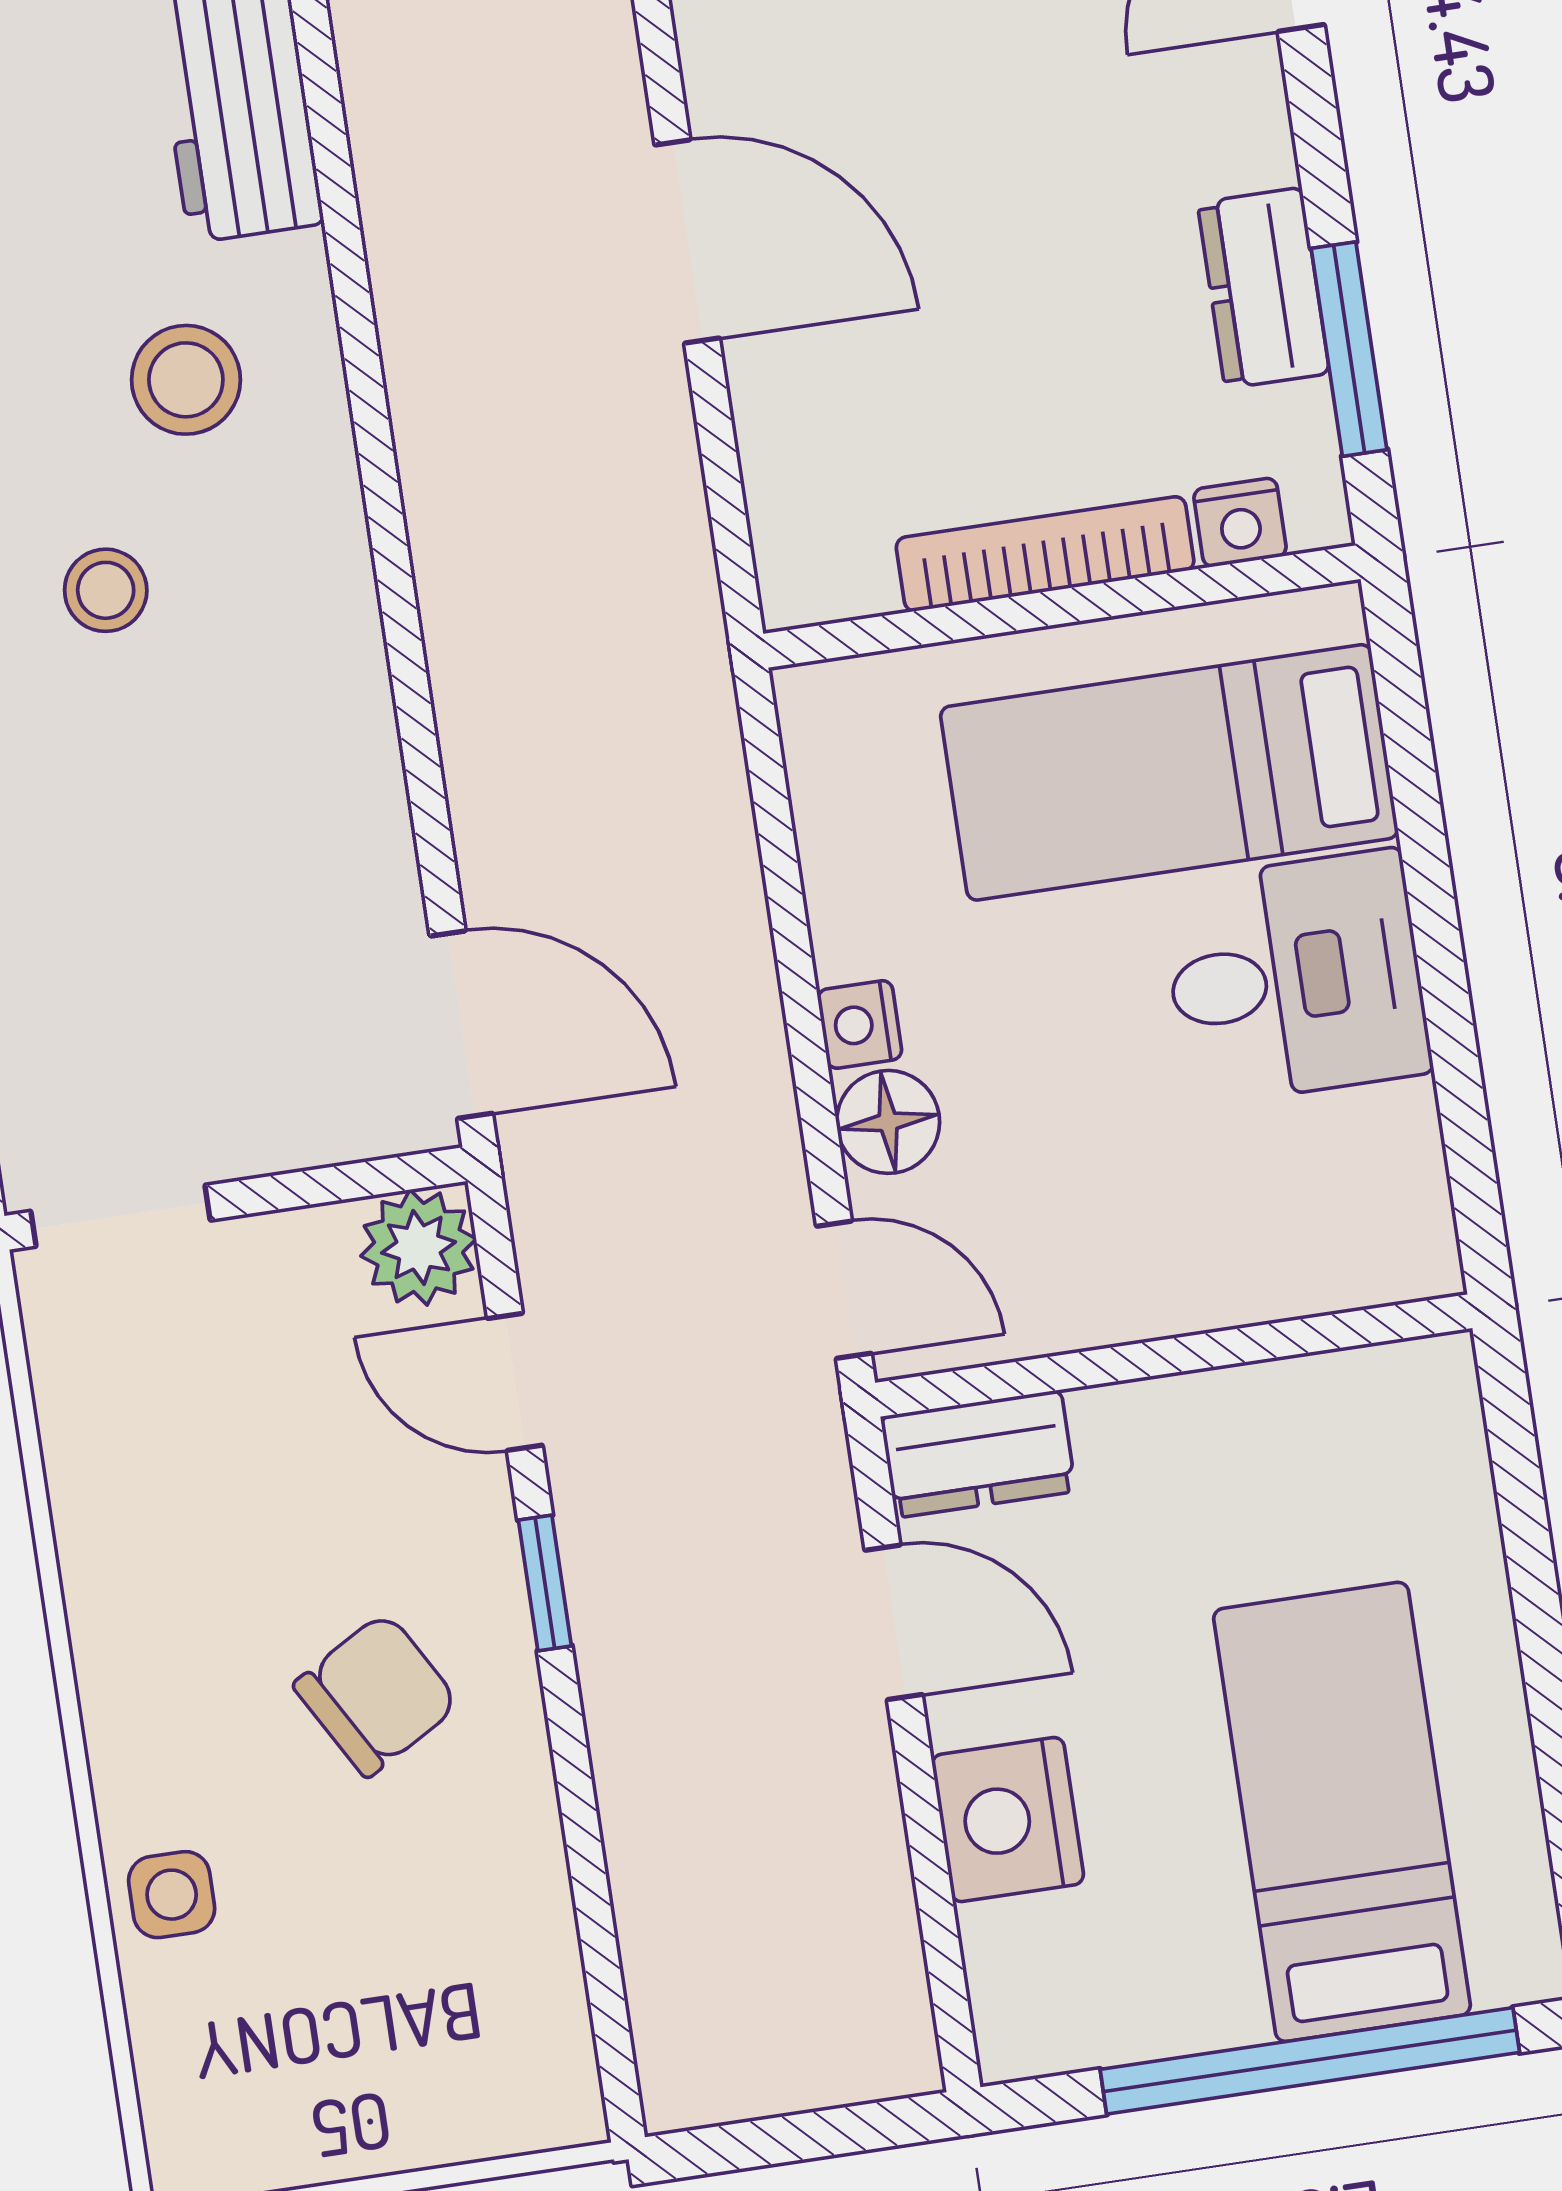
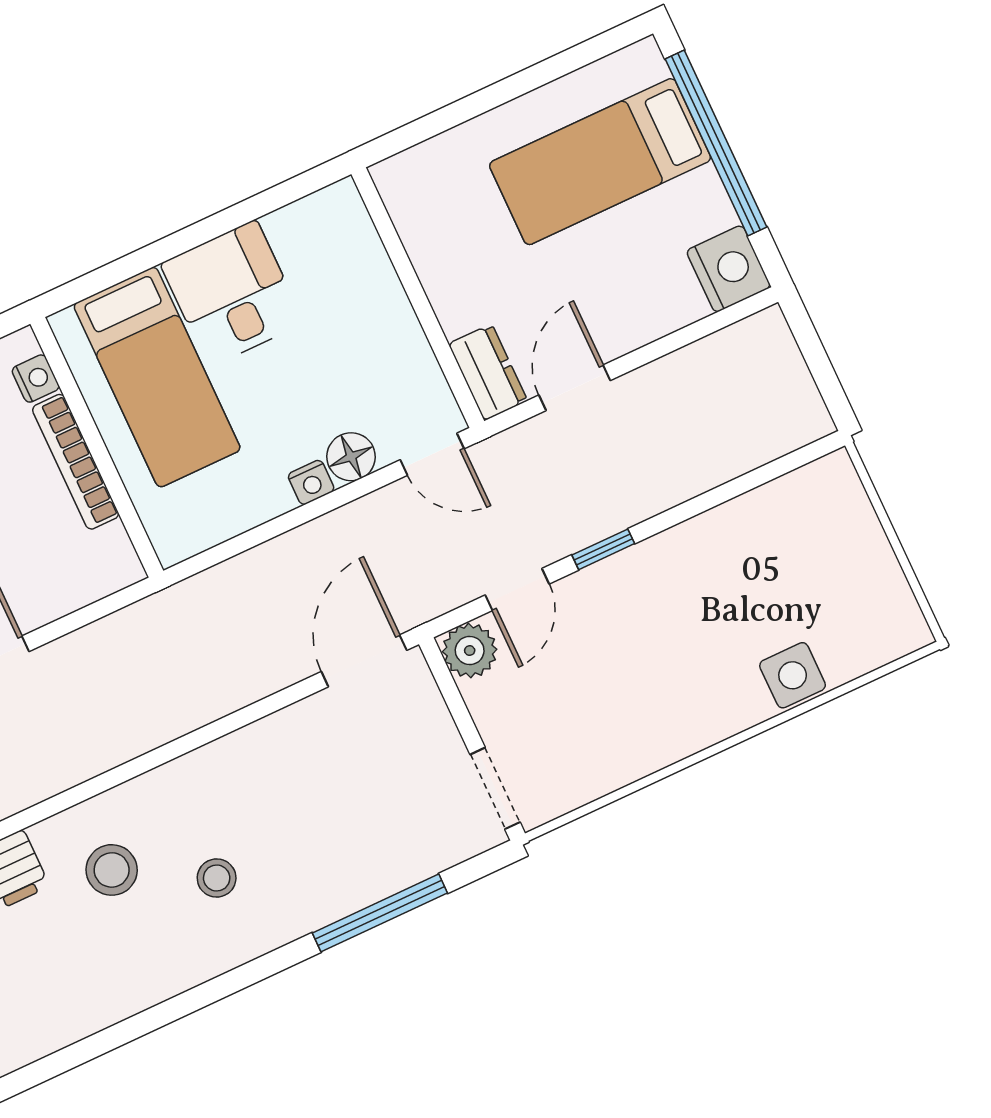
door: (844, 1290) -> (432, 454), swing flipped
chair: (376, 1695) -> (676, 610), removed
nightstand: (1008, 1820) -> (729, 269), moved, turned -90
side table: (172, 1895) -> (793, 675), width x1.37, depth x1.37

